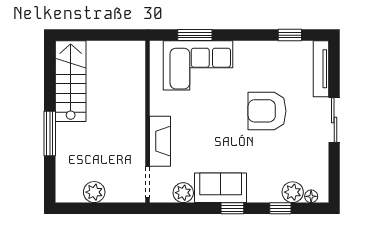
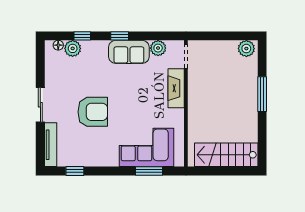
stairs: (71, 81) -> (226, 155), moved, turned 90
plant: (94, 192) -> (246, 49), moved

